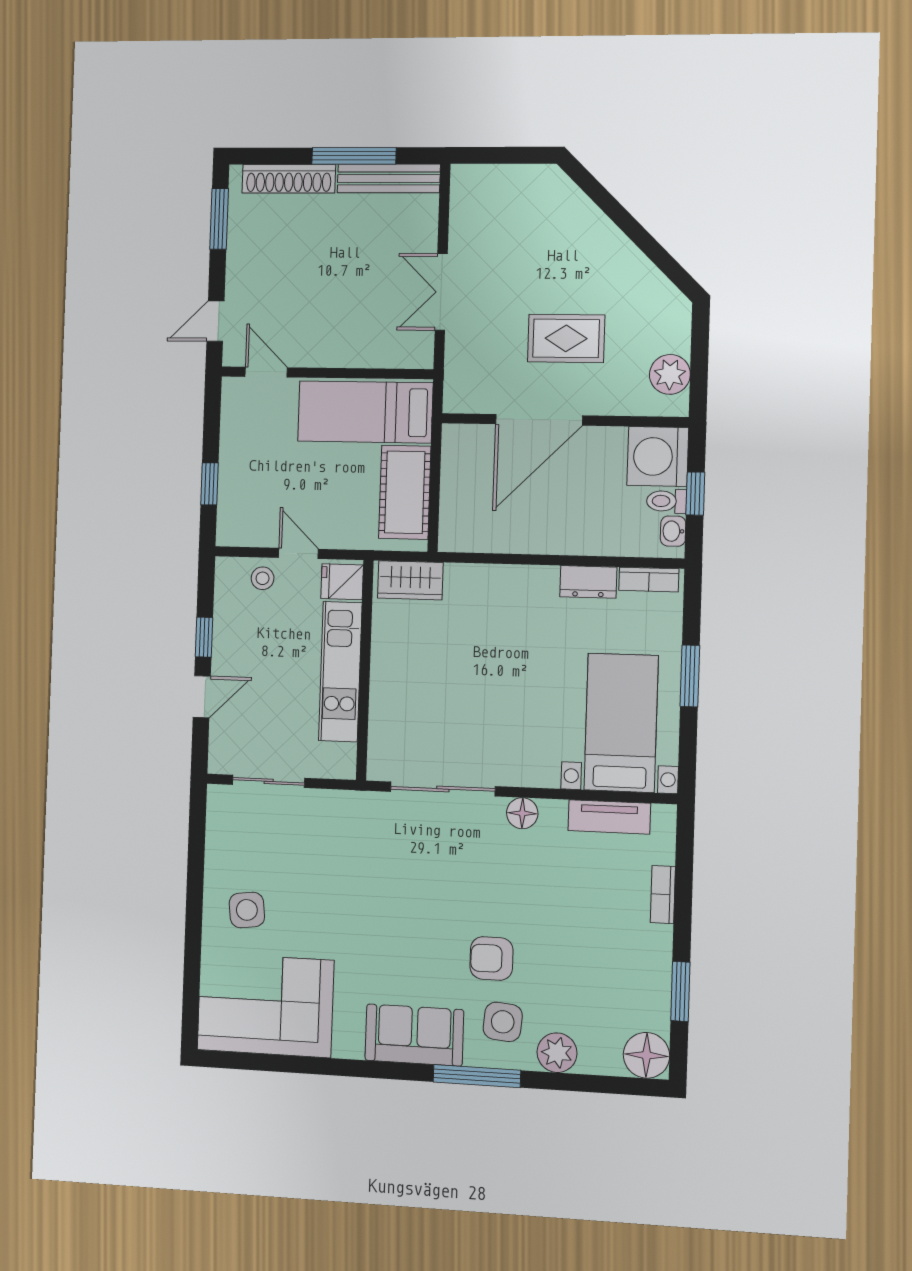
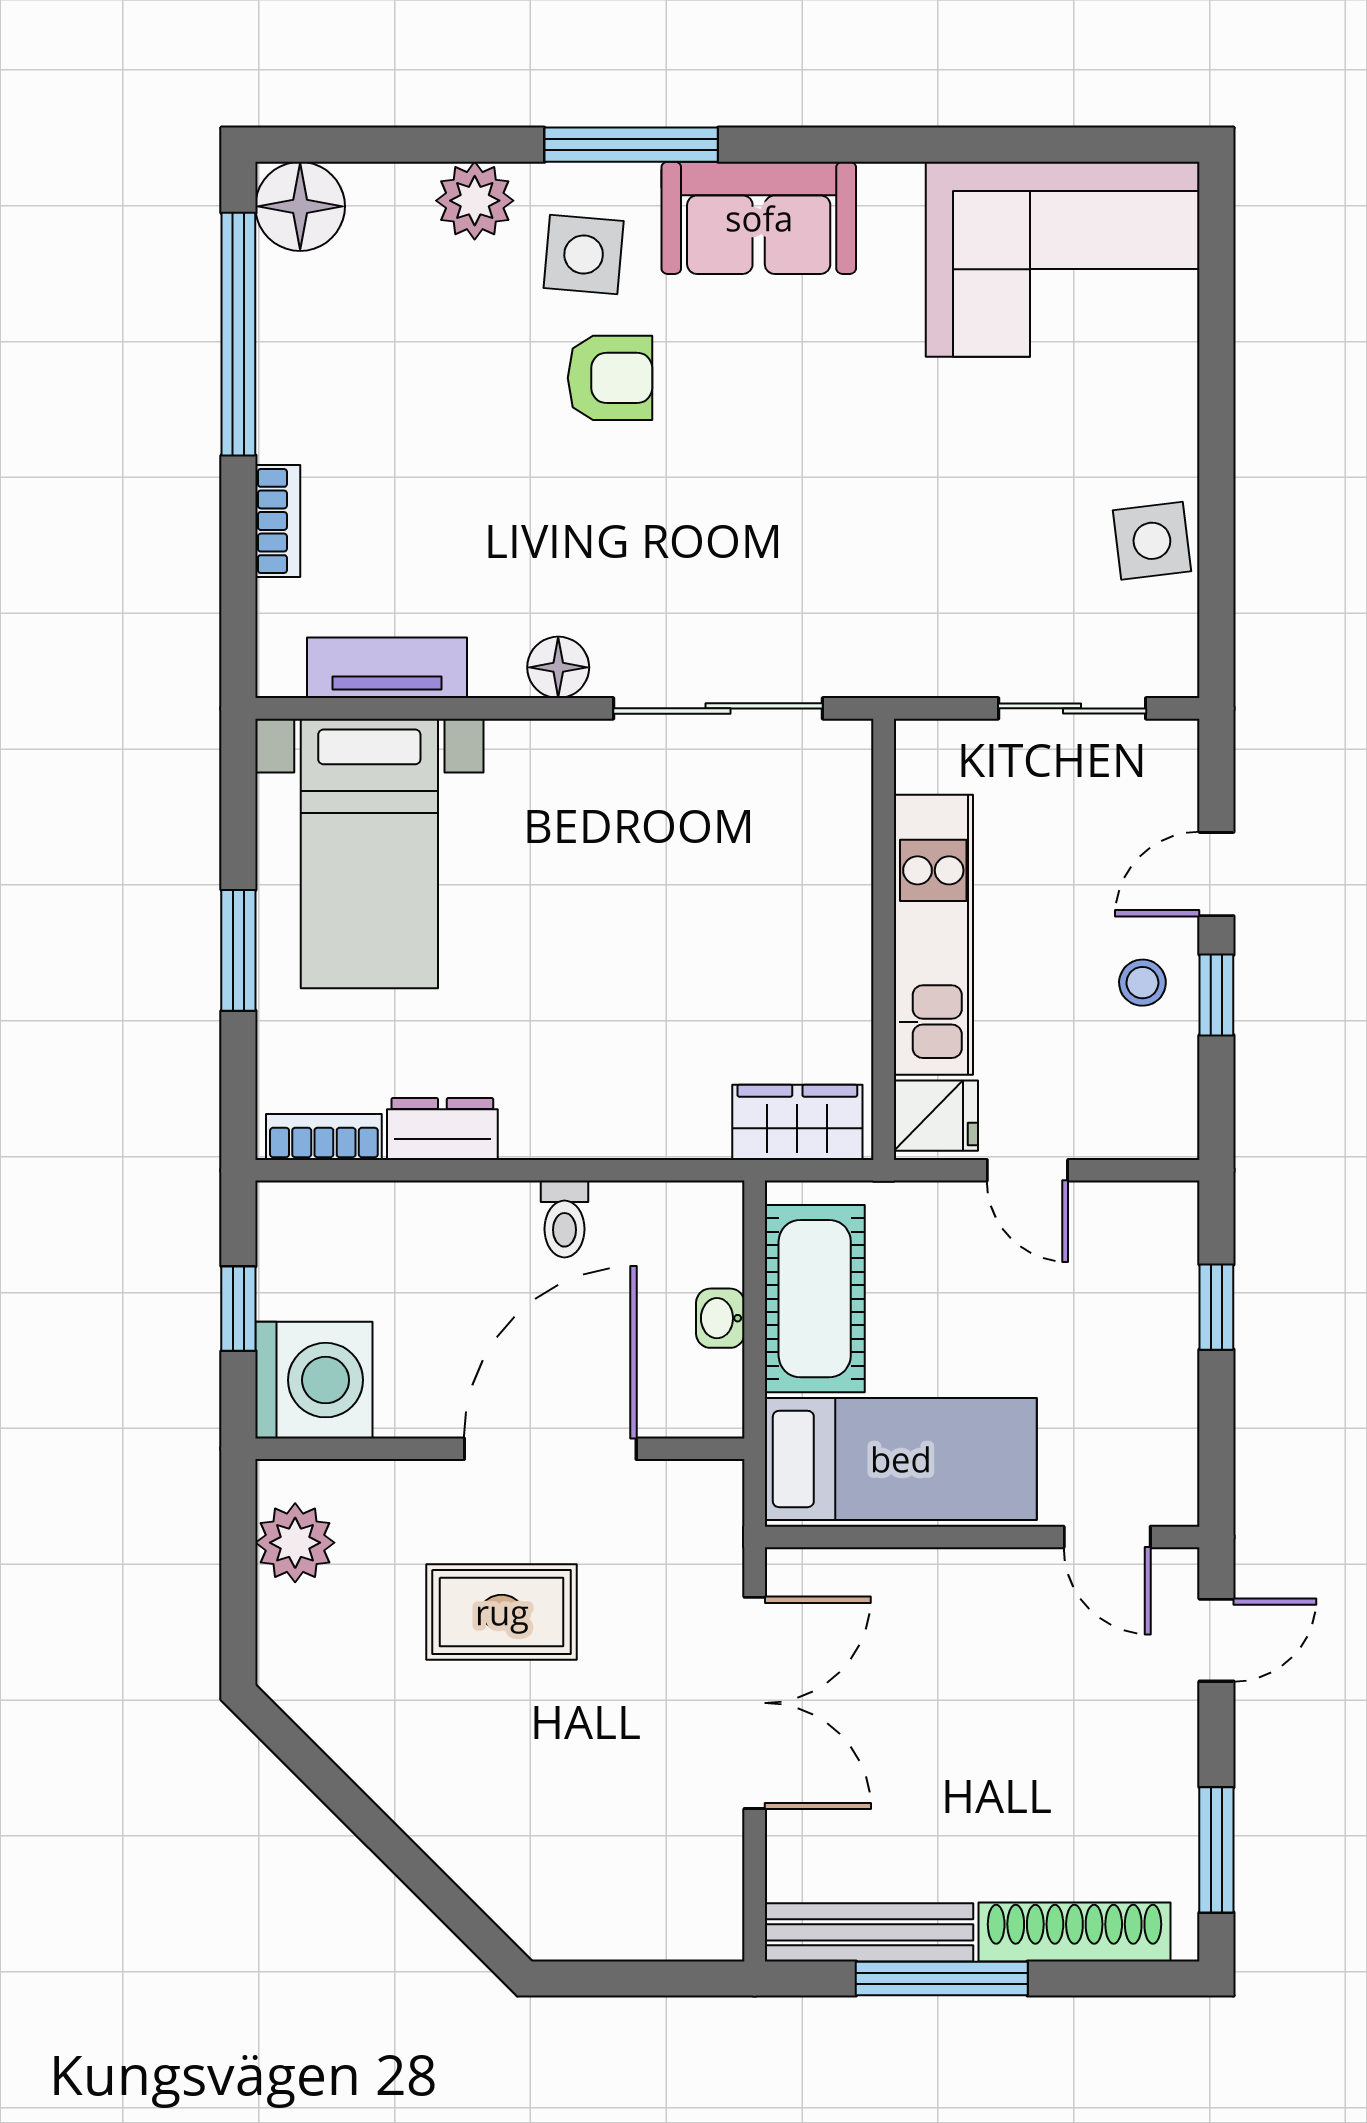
double door: (441, 292) -> (755, 1703), width x1.37
toilet: (667, 501) -> (564, 1219), moved, turned 90
washbasin: (673, 531) -> (720, 1318), moved, turned 180
stool: (263, 578) -> (1142, 983), moved
side table: (247, 910) -> (1152, 541), moved
window: (680, 991) -> (238, 334), width x2.11

